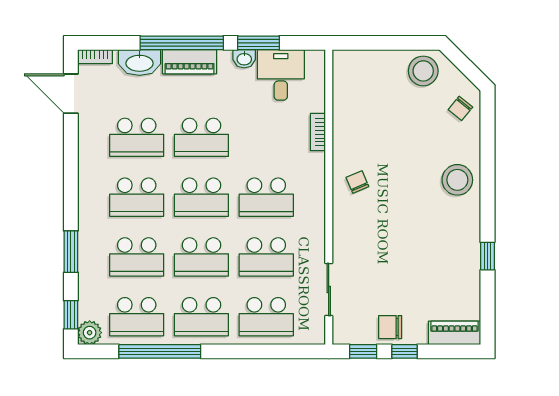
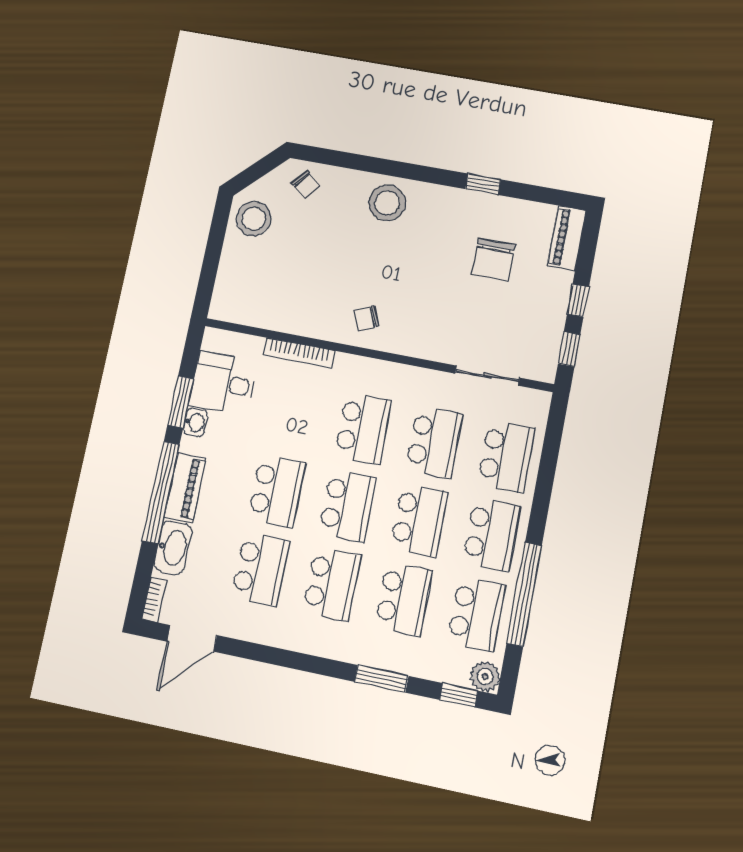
bookcase: (318, 132) -> (299, 353), width x1.56
chair: (390, 327) -> (493, 260), moved, width x1.37, depth x1.37

